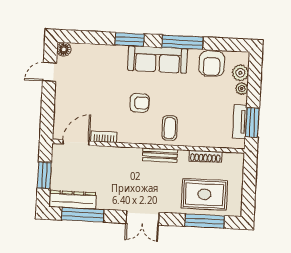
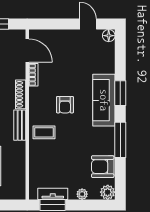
sofa: (158, 60) -> (104, 100), moved
plant: (240, 73) -> (108, 192), moved
shoe rack: (205, 156) -> (21, 94), moved

